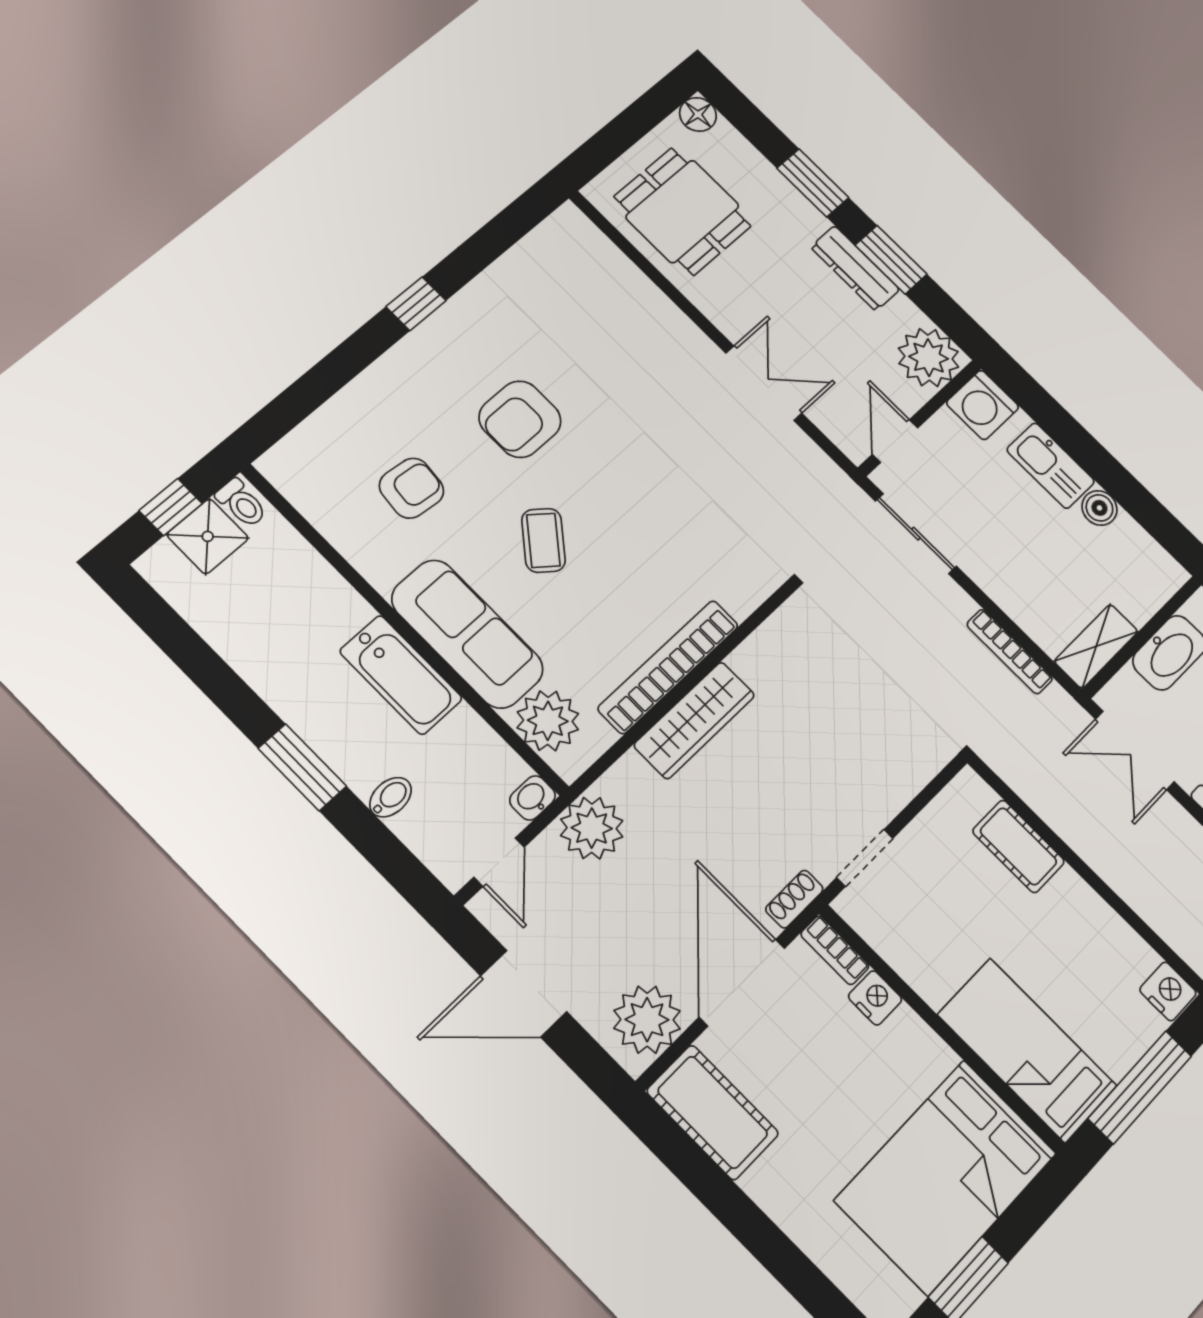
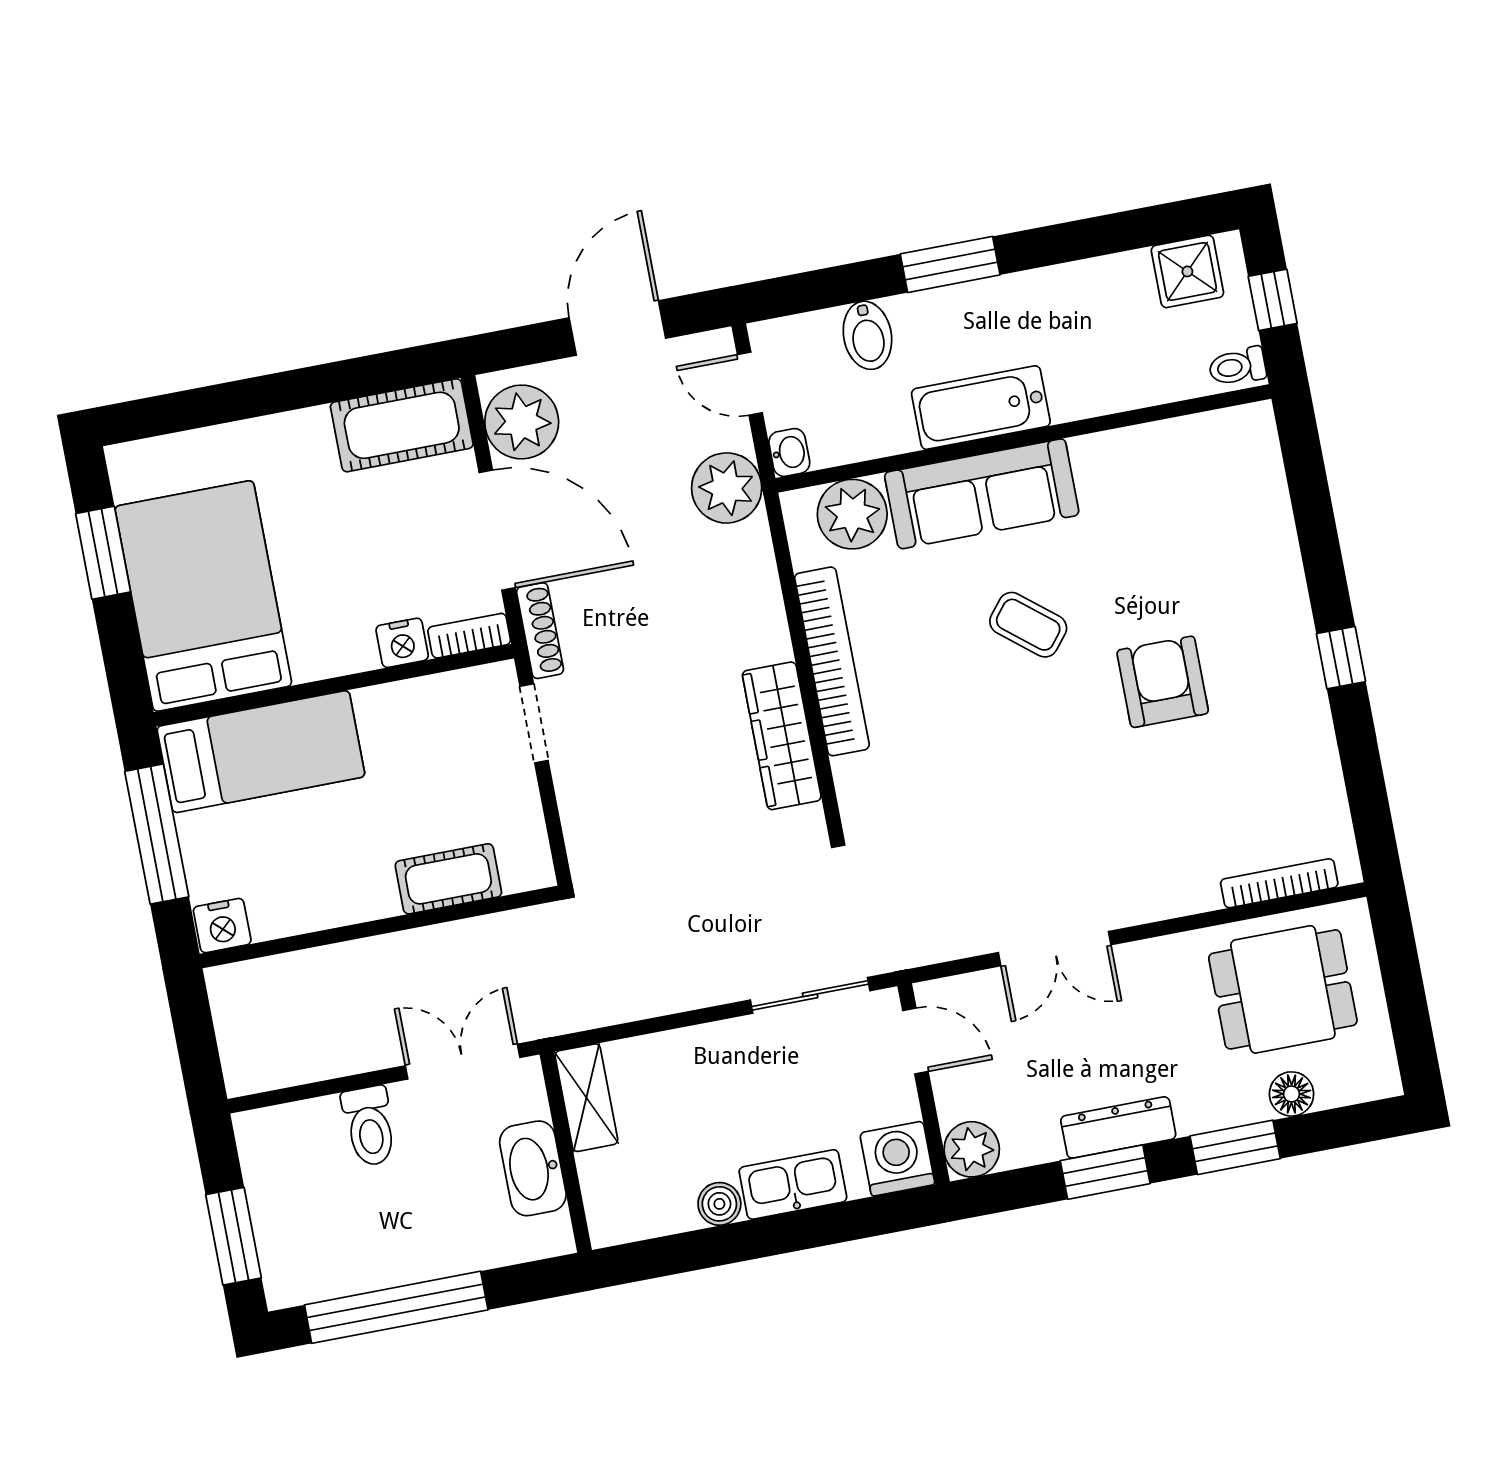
floor lamp: (698, 114) -> (1292, 1094), moved
plant: (929, 358) -> (972, 1149), width x0.73, depth x0.73
armchair: (412, 488) -> (1156, 533), removed
shower: (208, 536) -> (1187, 271), moved
bookcase: (1010, 652) -> (1279, 883), moved
wardrobe: (694, 720) -> (782, 736), moved
bidet: (390, 797) -> (867, 335), width x1.38, depth x1.36
shoe rack: (794, 899) -> (540, 631), width x1.43

